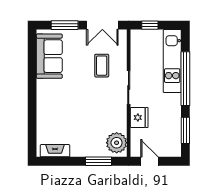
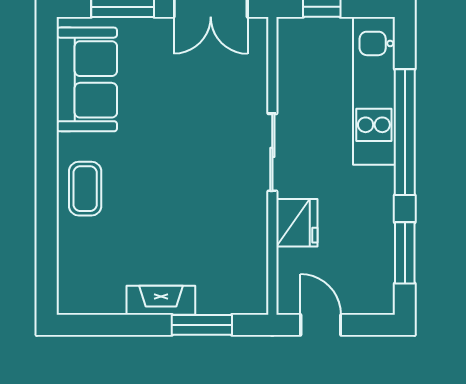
coffee table: (102, 66) -> (85, 189), moved
plant: (117, 143) -> (244, 282), removed
fireplace: (55, 151) -> (161, 300), moved

